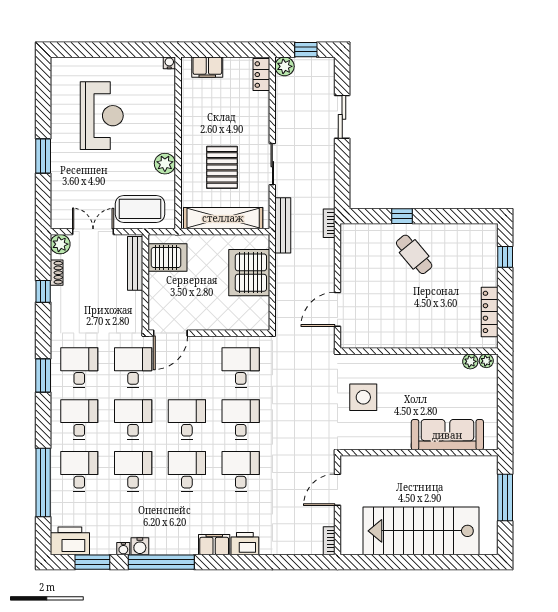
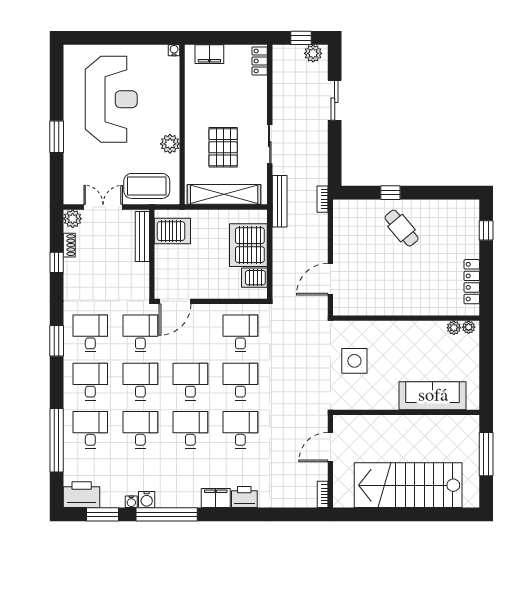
plant: (285, 66) -> (313, 53), moved
reception desk: (102, 116) -> (111, 99), width x1.36, depth x1.30
server rack: (256, 308) -> (254, 278), added

